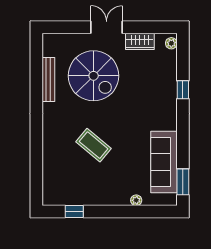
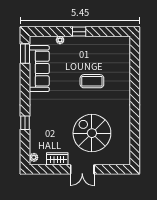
bench: (48, 80) -> (126, 130), removed
coffee table: (94, 145) -> (92, 81), turned -40
window: (74, 212) -> (79, 32), moved

